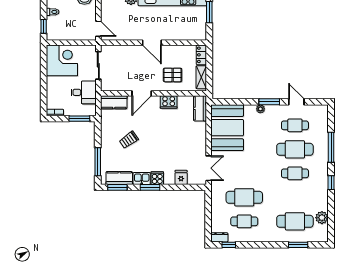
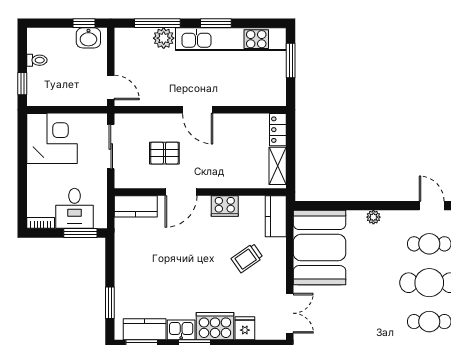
pallet: (173, 75) -> (164, 153), moved
desk: (84, 92) -> (75, 208), moved, turned 90
window: (269, 102) -> (388, 206), removed
trolley: (129, 140) -> (247, 258), moved
window: (98, 162) -> (110, 303), width x0.69
cooker: (157, 178) -> (215, 326), width x1.87, depth x1.31

